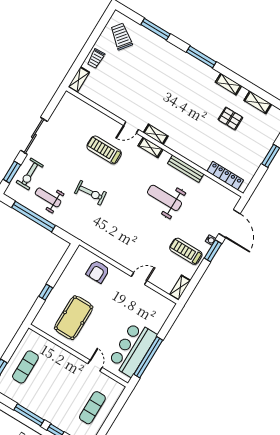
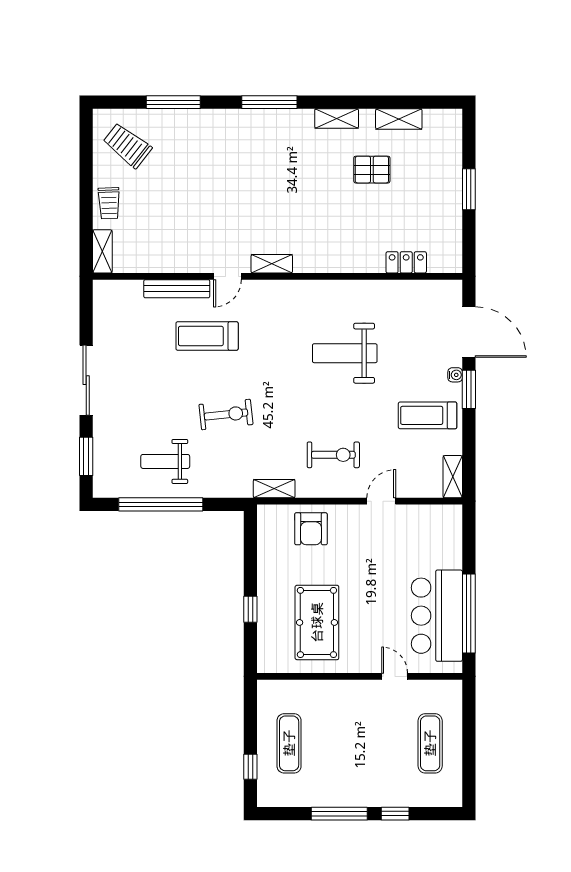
shelving: (151, 147) -> (274, 489), moved
bench: (186, 169) -> (177, 289), moved
exercise bike: (30, 174) -> (333, 455), moved, turned -90
locker: (225, 176) -> (406, 262), width x0.66

